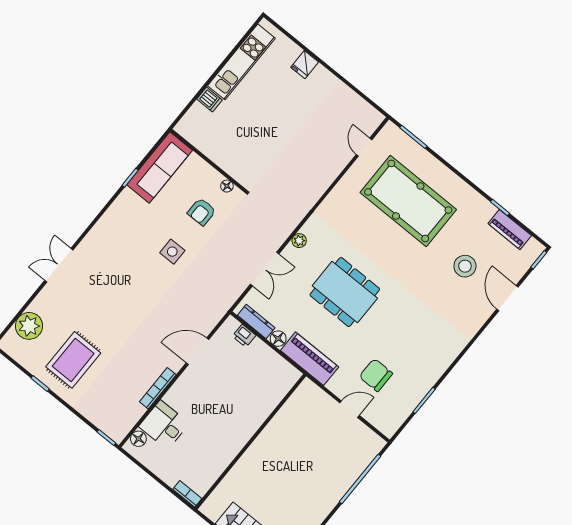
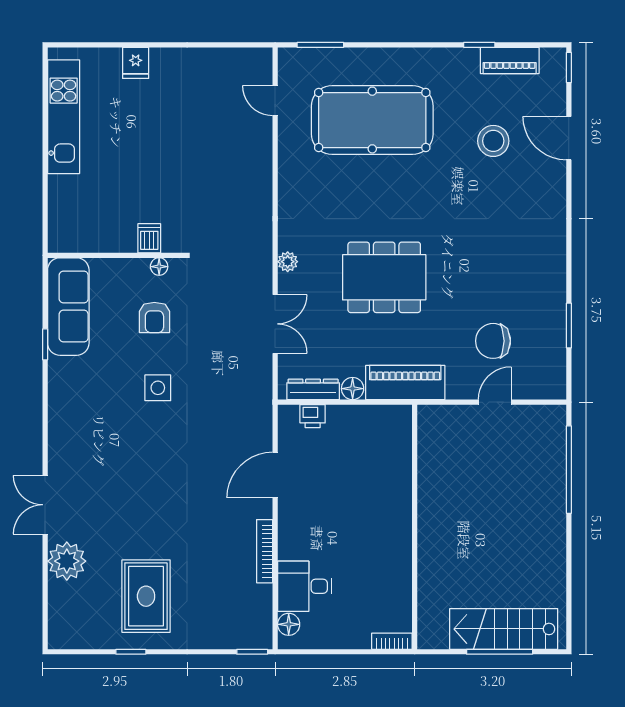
dishwasher: (209, 99) -> (149, 238), moved, turned -90
plant: (29, 326) -> (67, 561), moved

